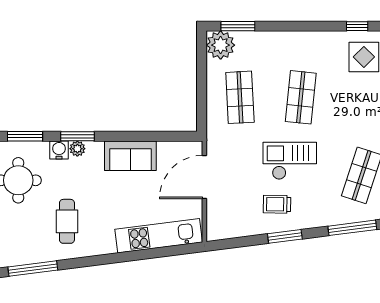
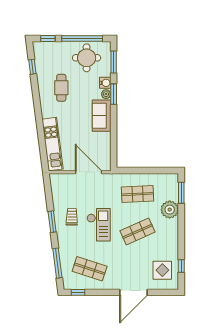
plant: (221, 45) -> (170, 210), moved
shop shelf: (301, 97) -> (138, 231), turned -30
sofa: (130, 156) -> (102, 116), moved
cafe table: (67, 221) -> (61, 88), turned 90
window: (33, 268) -> (32, 67), width x0.46

